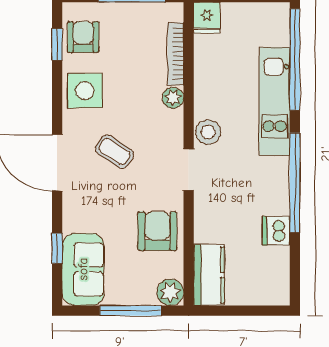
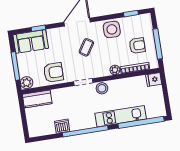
armchair: (83, 37) -> (137, 46), moved

